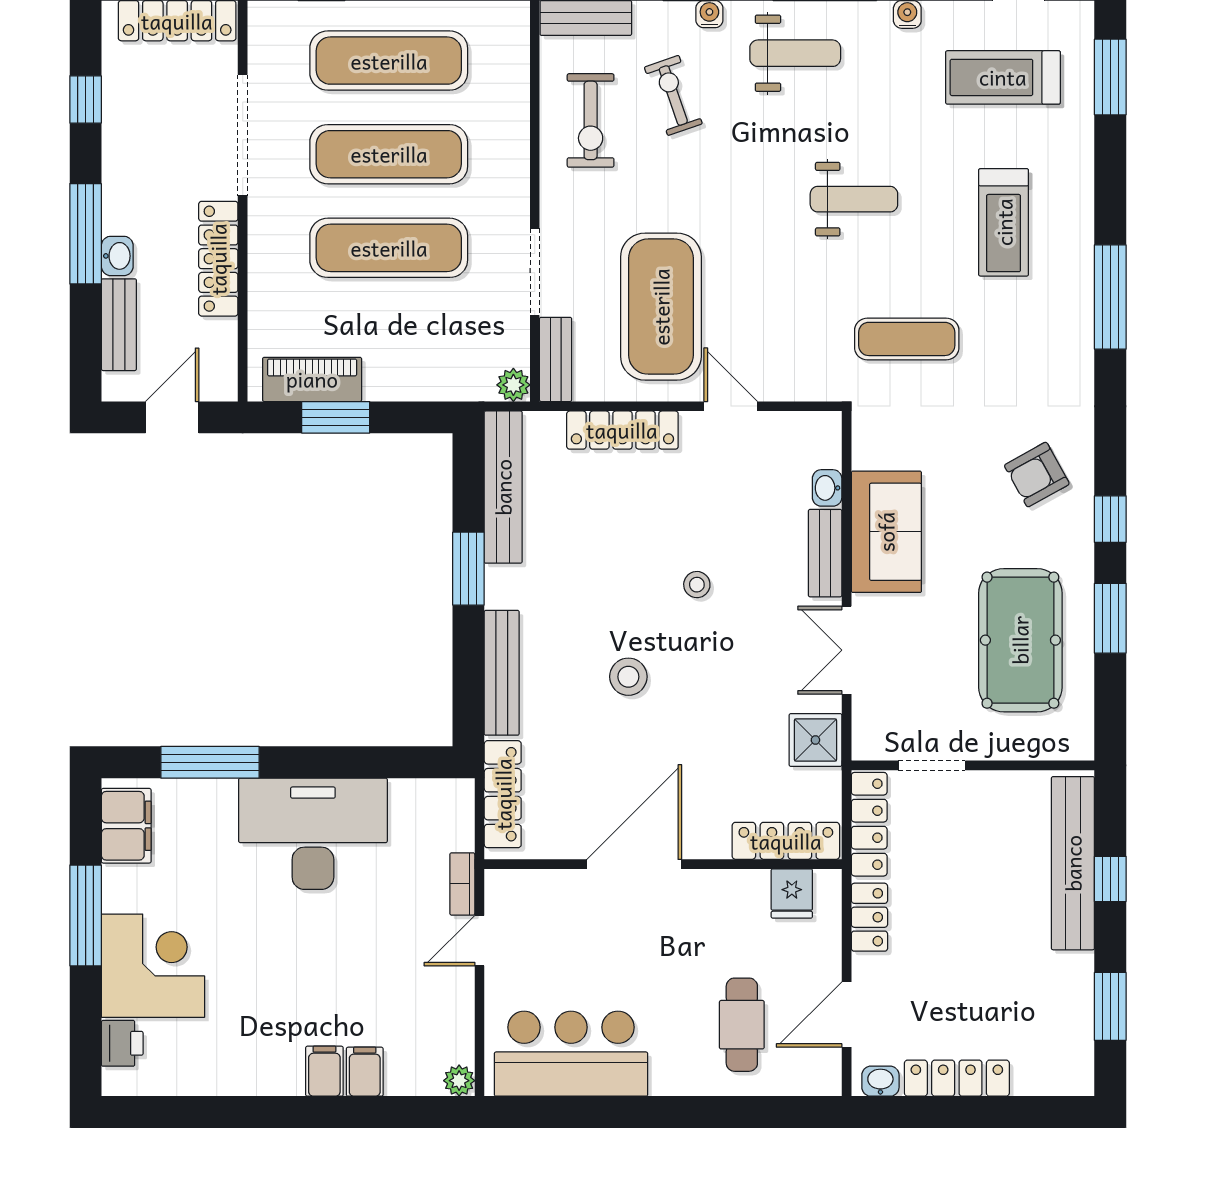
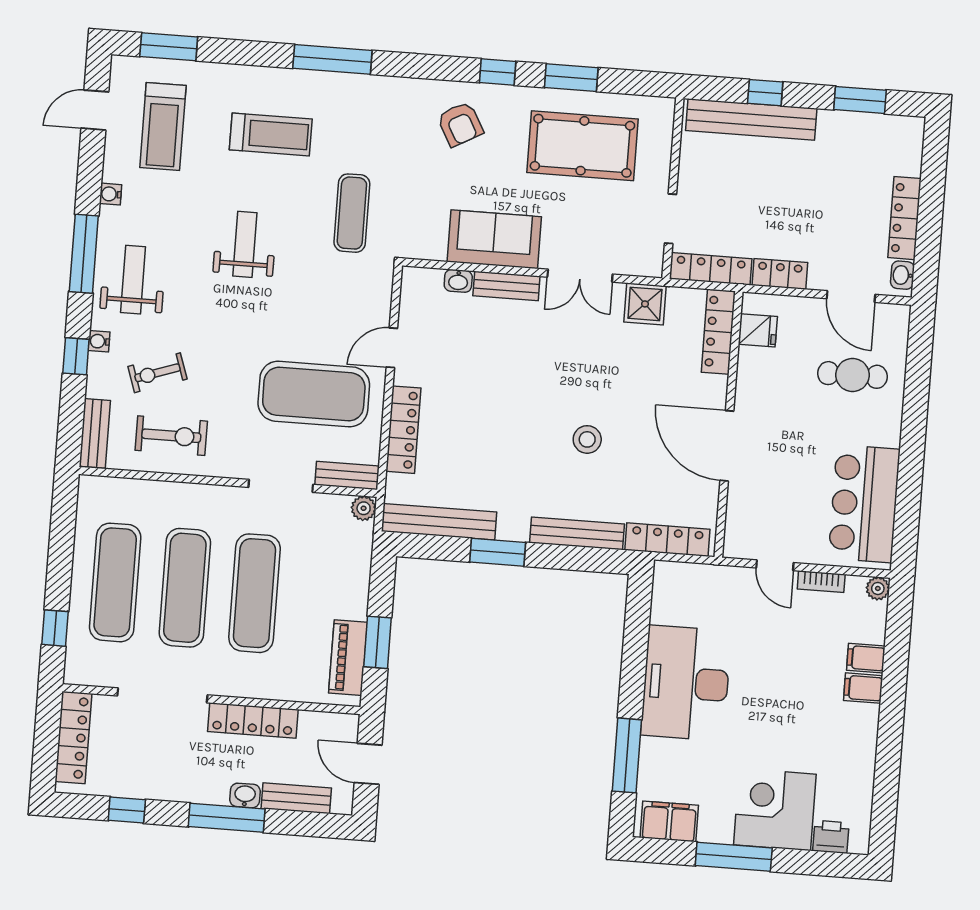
stool: (697, 585) -> (523, 383), removed
bookcase: (462, 884) -> (821, 582), moved

